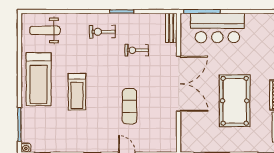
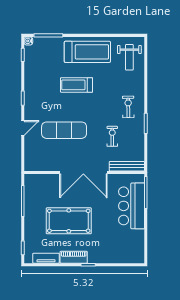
bench: (171, 28) -> (127, 166), width x1.36
weight bench: (45, 30) -> (129, 57), turned 180
treadmill: (39, 79) -> (87, 52), turned 180
exercise mat: (129, 106) -> (64, 130), width x1.36, depth x1.45

